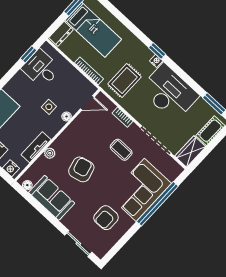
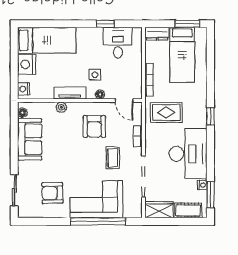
window: (28, 54) -> (105, 24), moved
nightstand: (156, 61) -> (202, 185), moved
tv unit: (36, 147) -> (70, 93), moved
armchair: (81, 169) -> (94, 126), moved, turned 104

